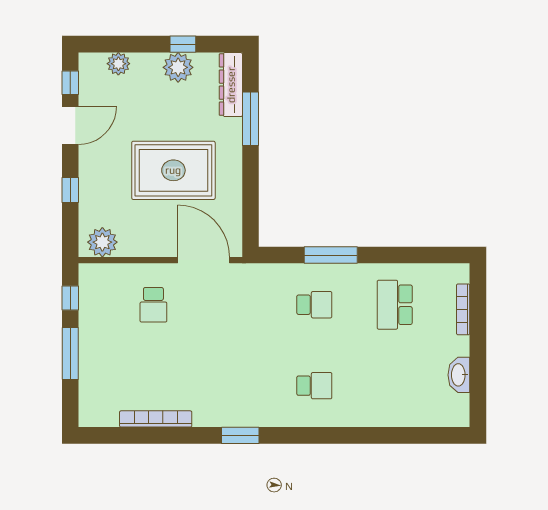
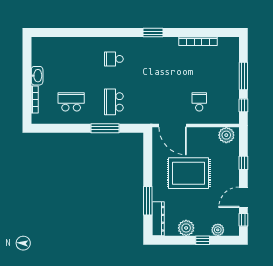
window: (183, 44) -> (203, 240), moved
school desk: (314, 305) -> (114, 102), width x1.85
school desk: (395, 305) -> (71, 102), turned -90
washbasin: (459, 375) -> (37, 76), moved

